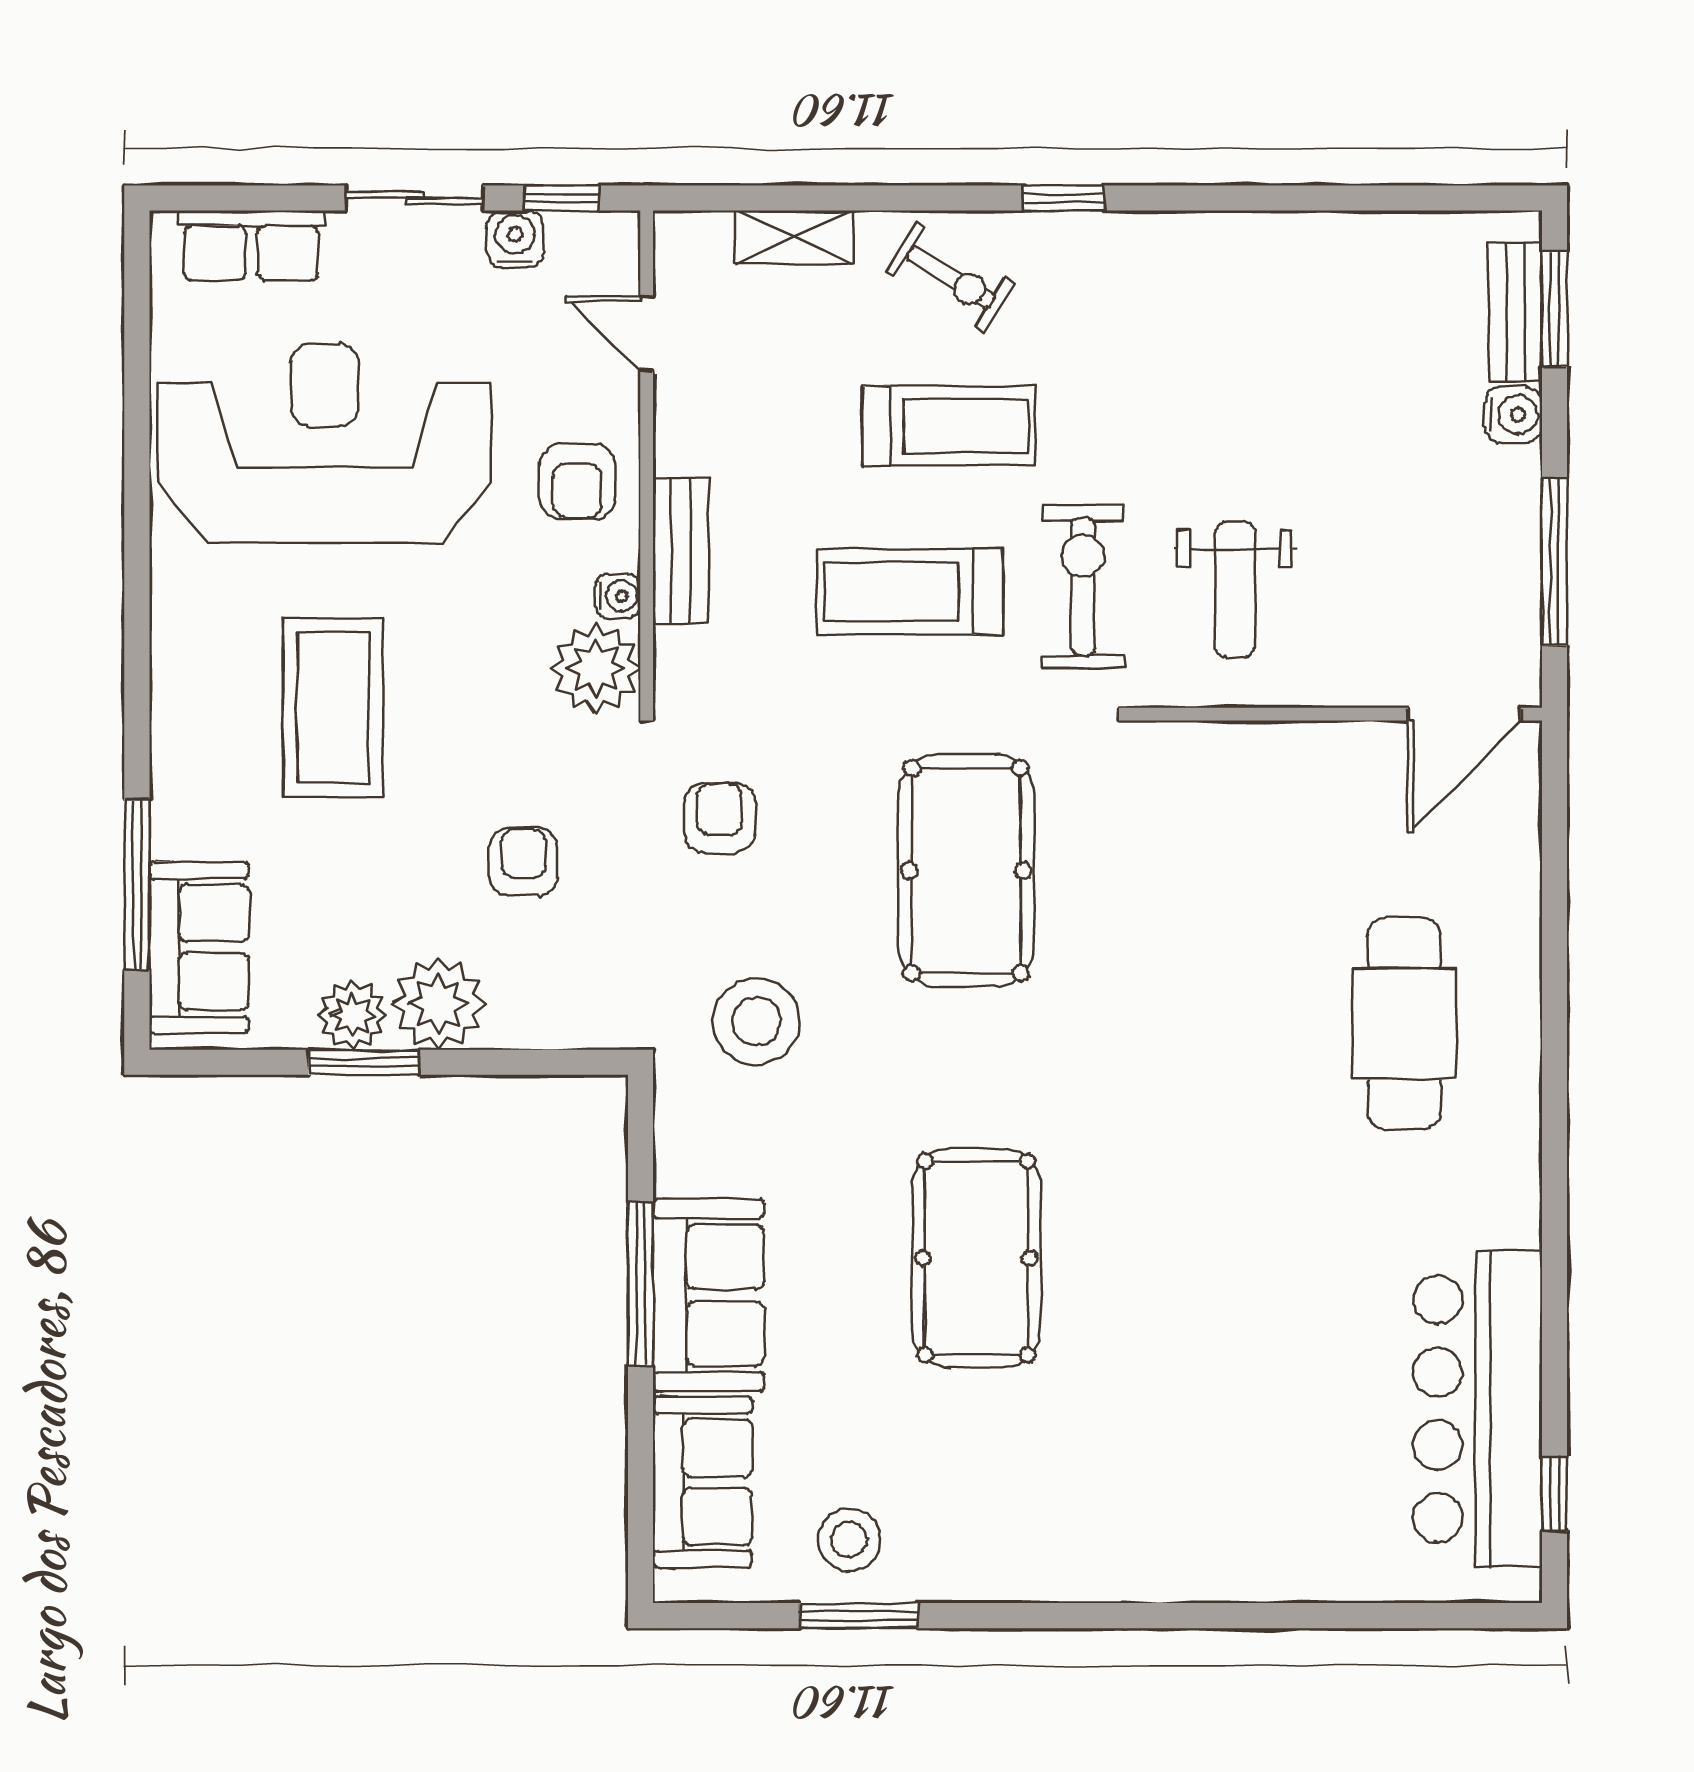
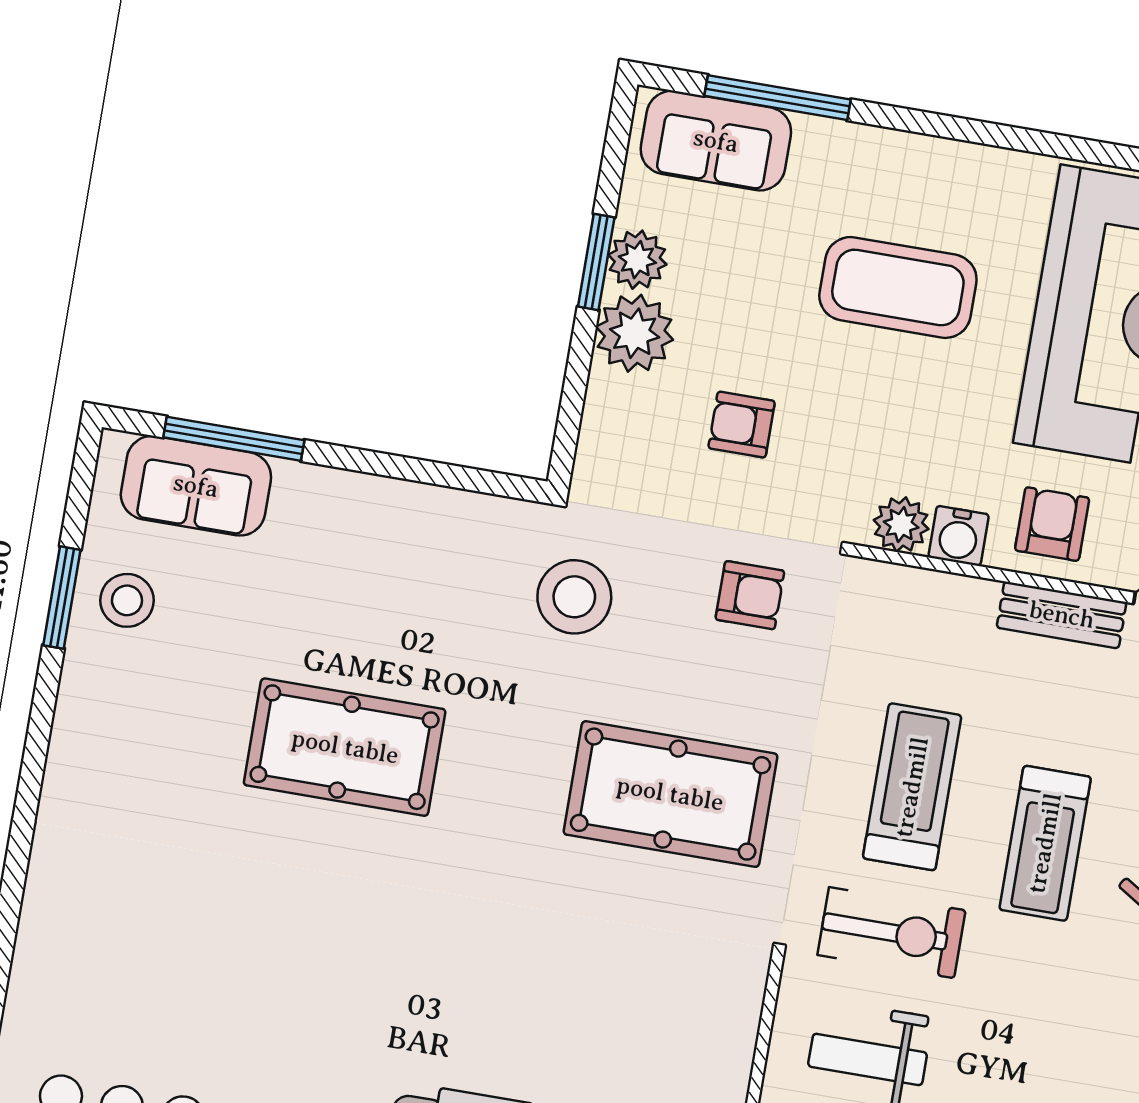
armchair: (577, 481) -> (1052, 524), turned 90
bench: (681, 550) -> (1062, 615), moved
water cooler: (618, 596) -> (959, 536), width x1.38, depth x1.38
plant: (596, 668) -> (901, 525), width x0.73, depth x0.73
armchair: (523, 861) -> (742, 425), turned 180
window: (640, 1284) -> (234, 439), moved
sofa: (709, 1295) -> (352, 518), removed

